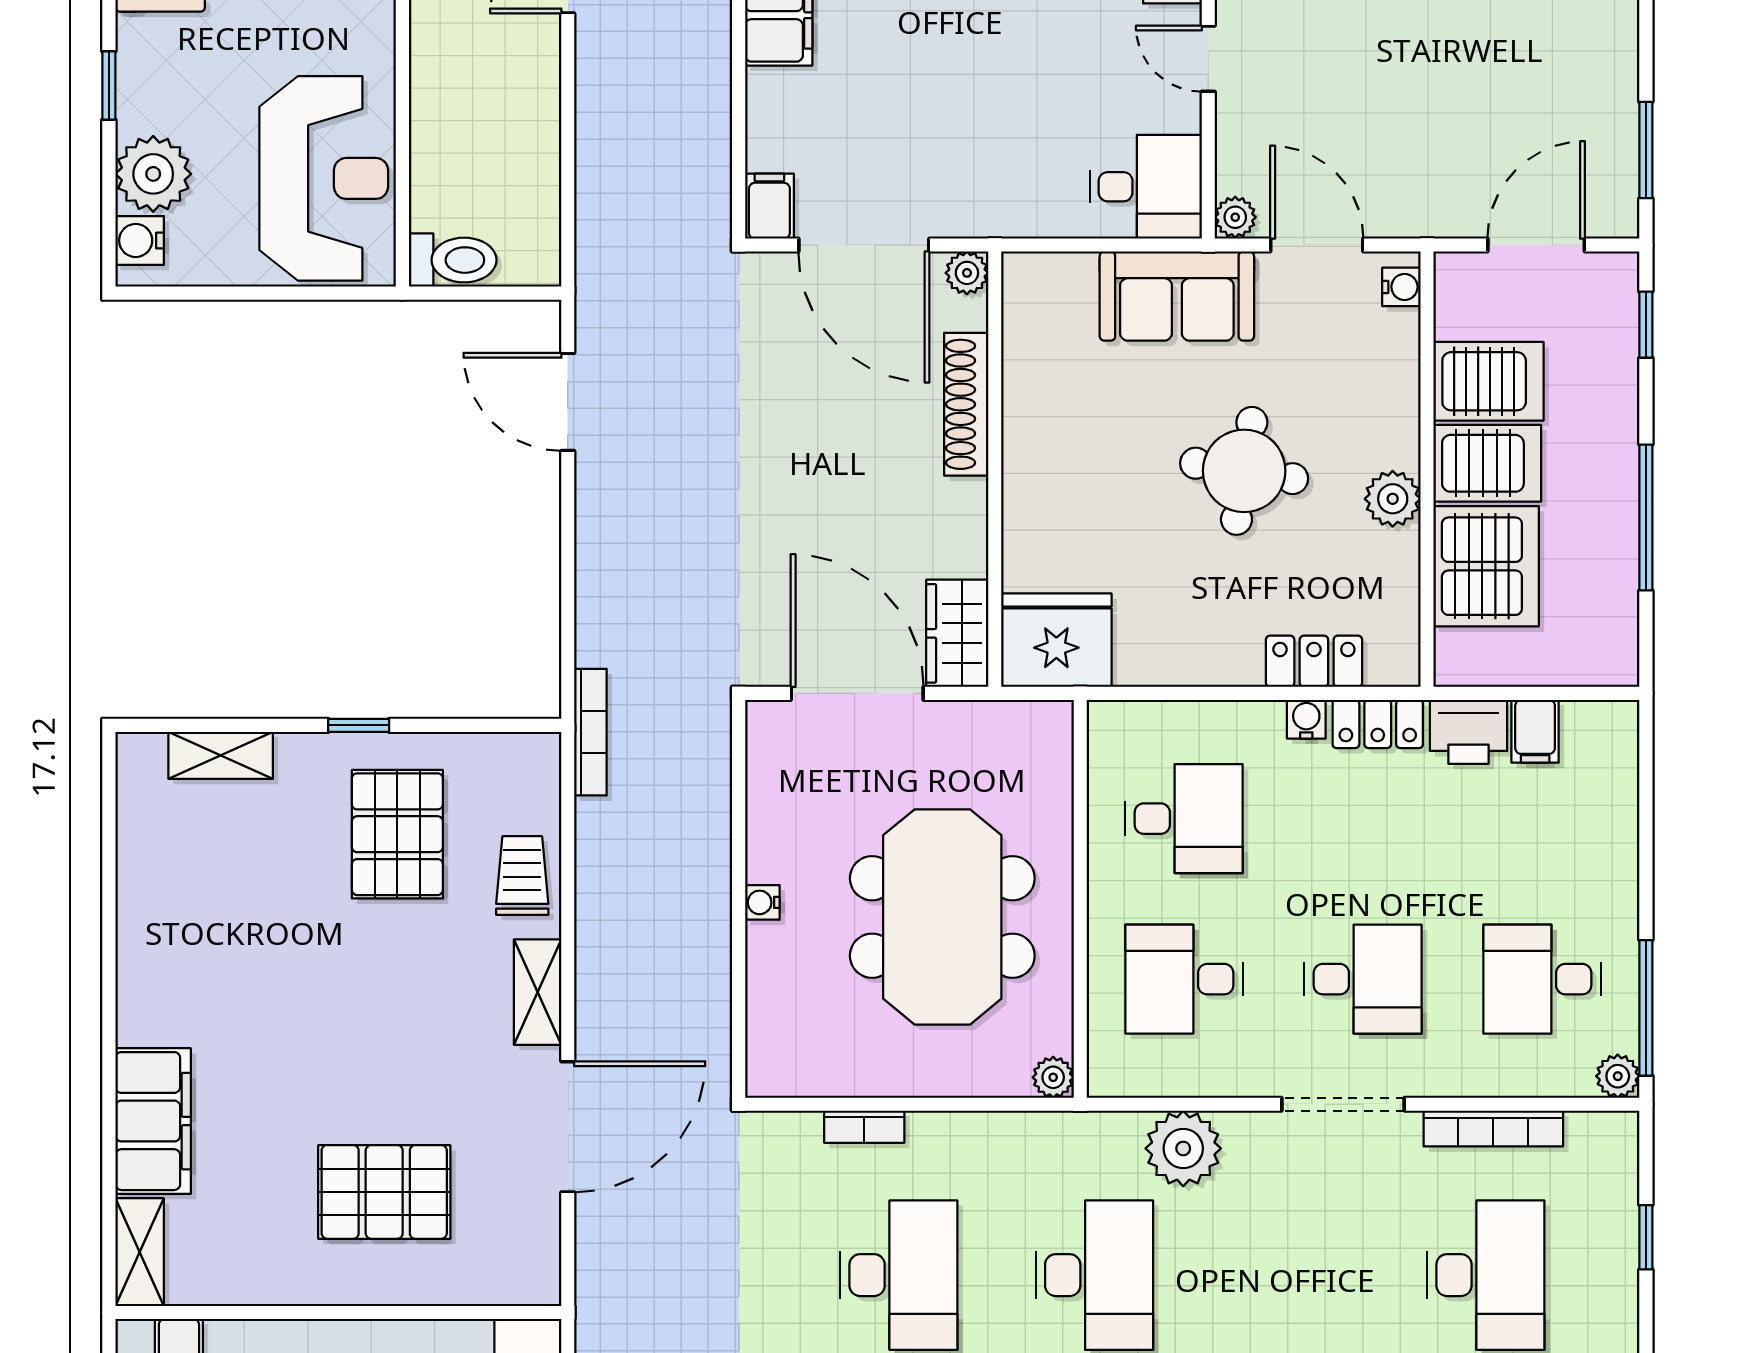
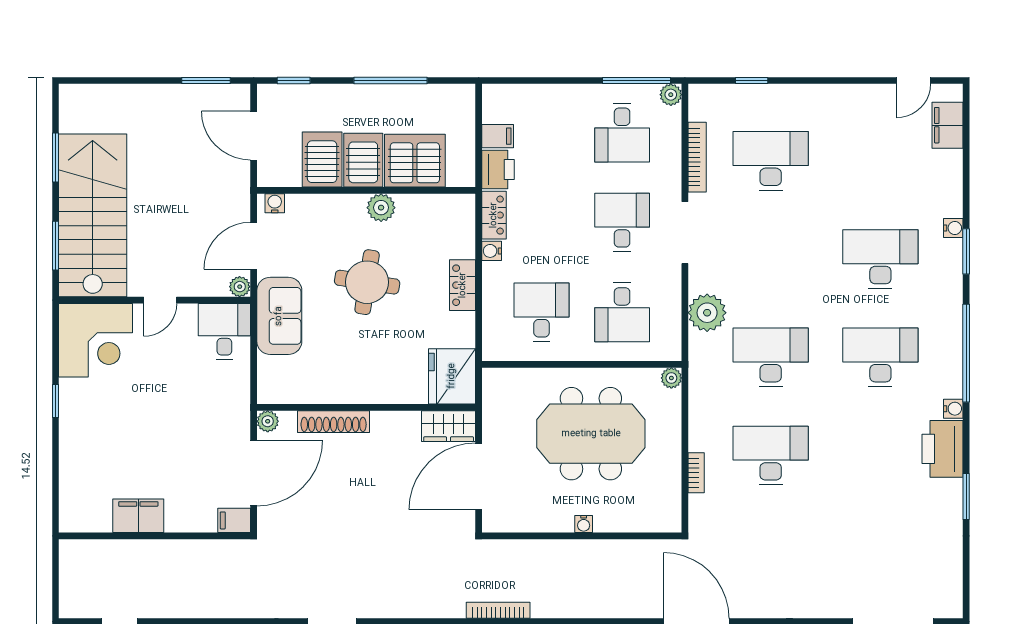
locker: (1314, 661) -> (463, 285), moved

